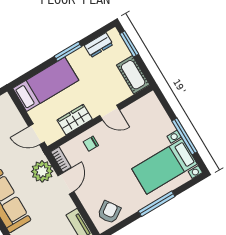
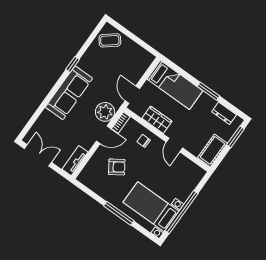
window: (184, 136) -> (181, 212), width x1.46
armchair: (109, 212) -> (117, 167), moved

